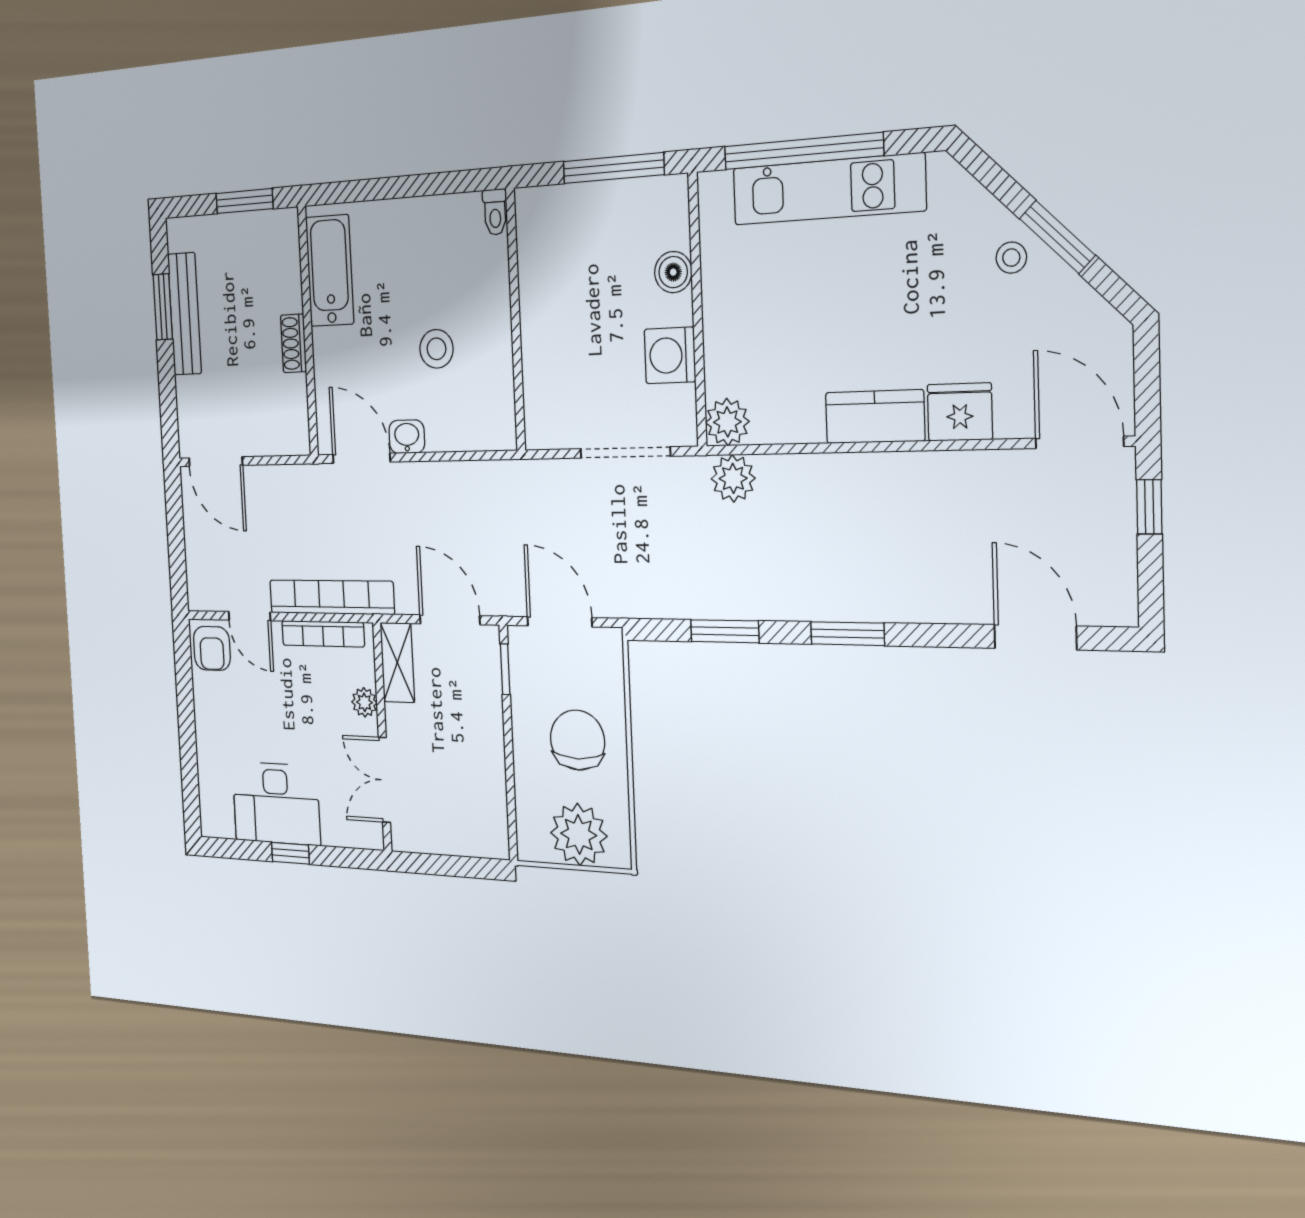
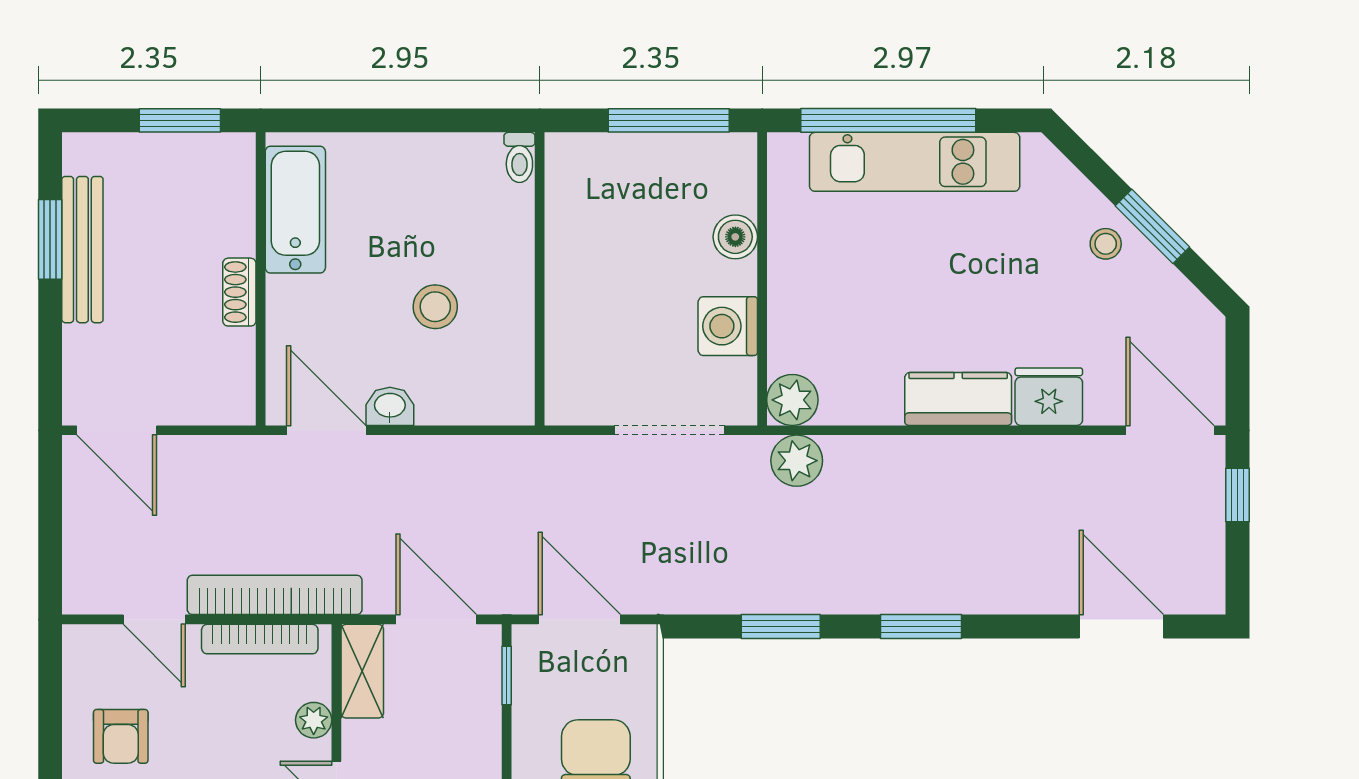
armchair: (212, 648) -> (121, 736), moved

